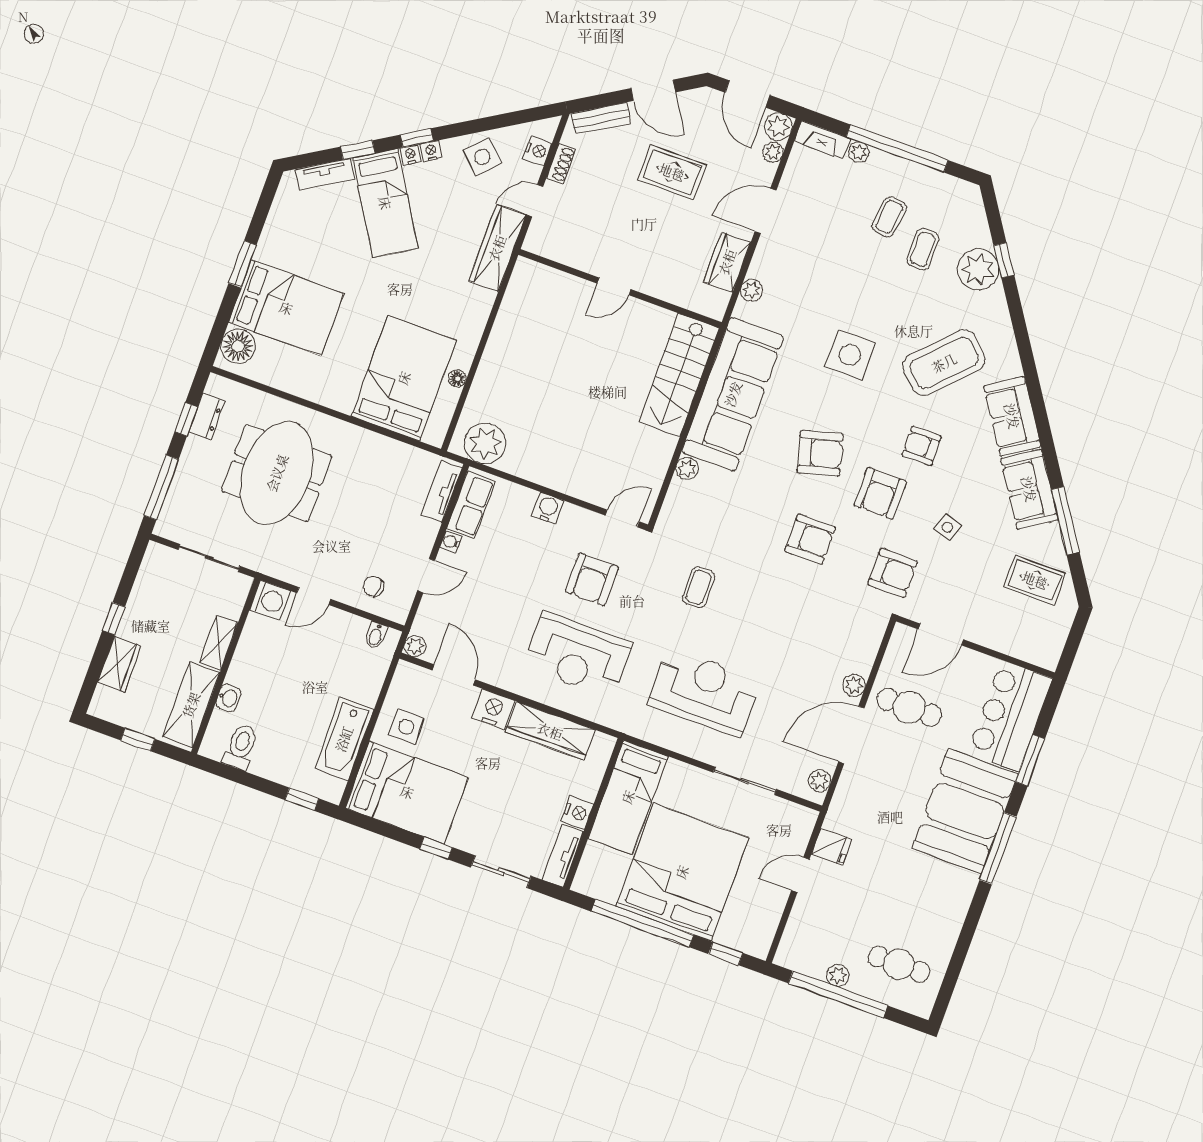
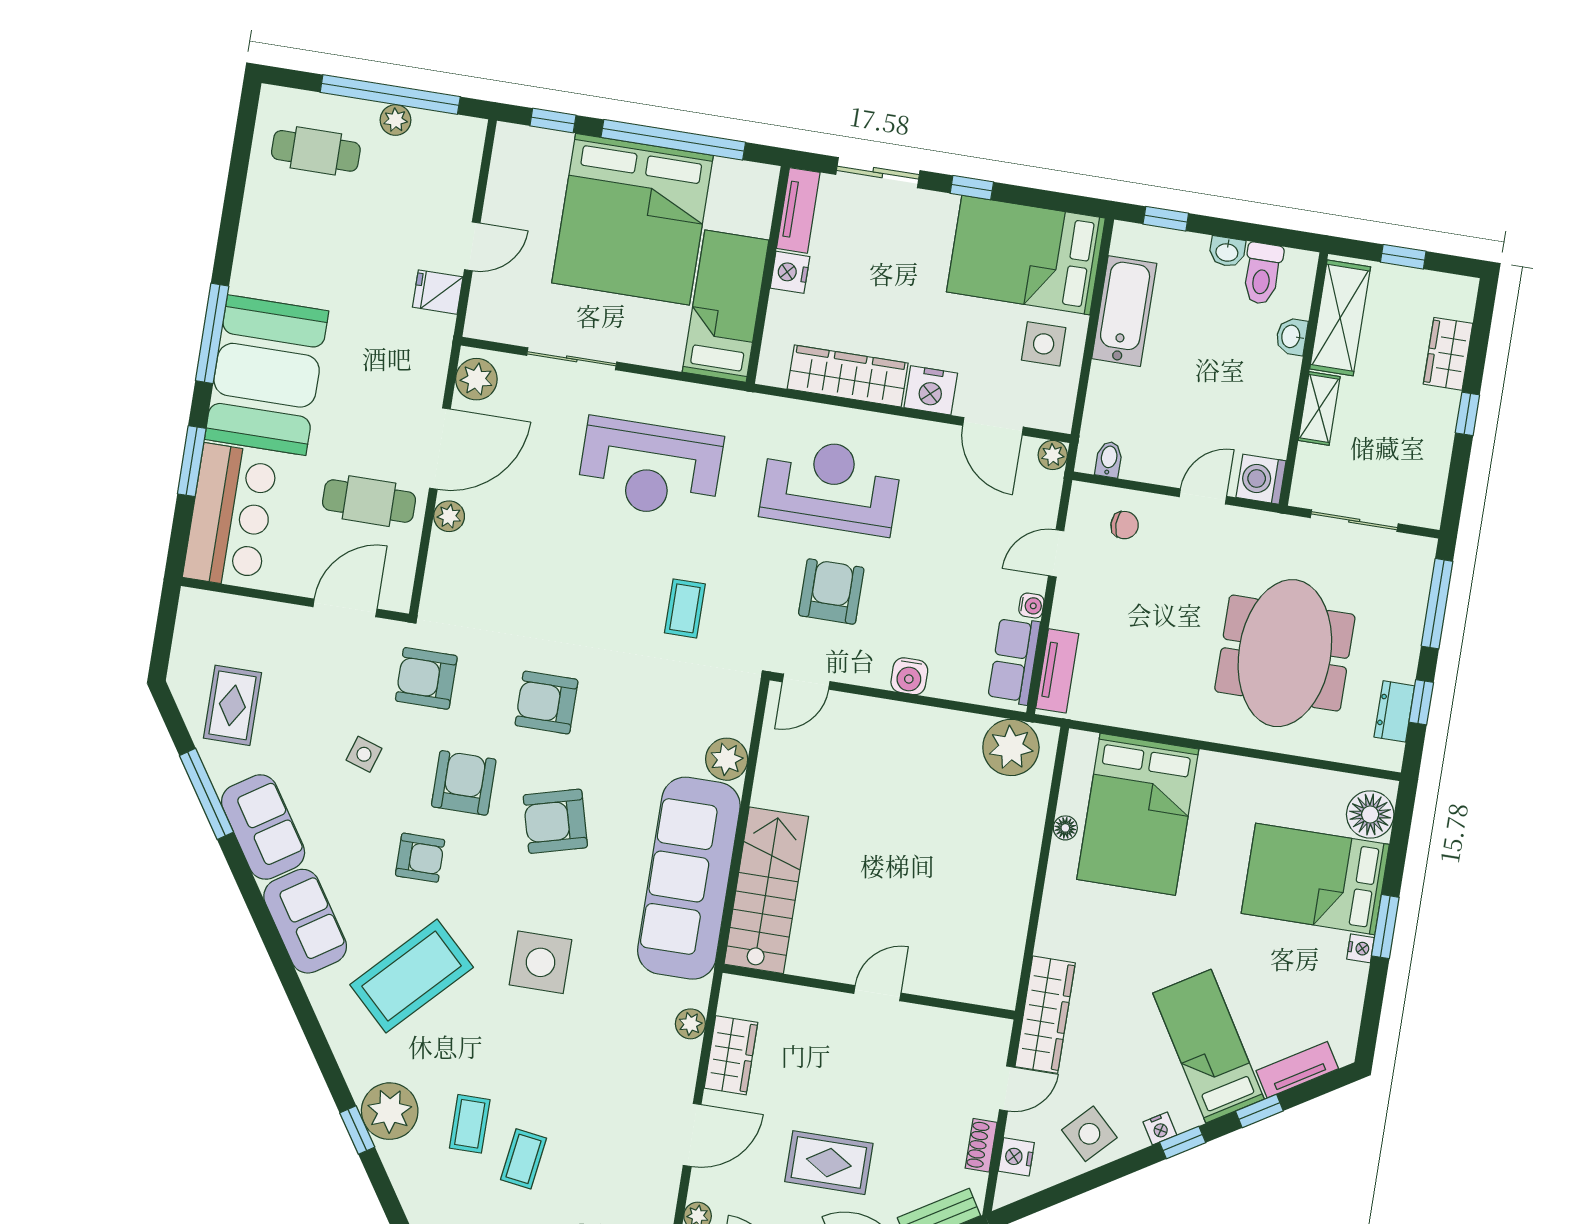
nightstand: (410, 155) -> (1360, 948), moved, turned -59
plant: (687, 469) -> (727, 759), width x1.38, depth x1.38
rug: (1035, 580) -> (232, 705), turned 90
washbasin: (263, 767) -> (1227, 252), added
plant: (820, 781) -> (476, 379), width x1.38, depth x1.38

